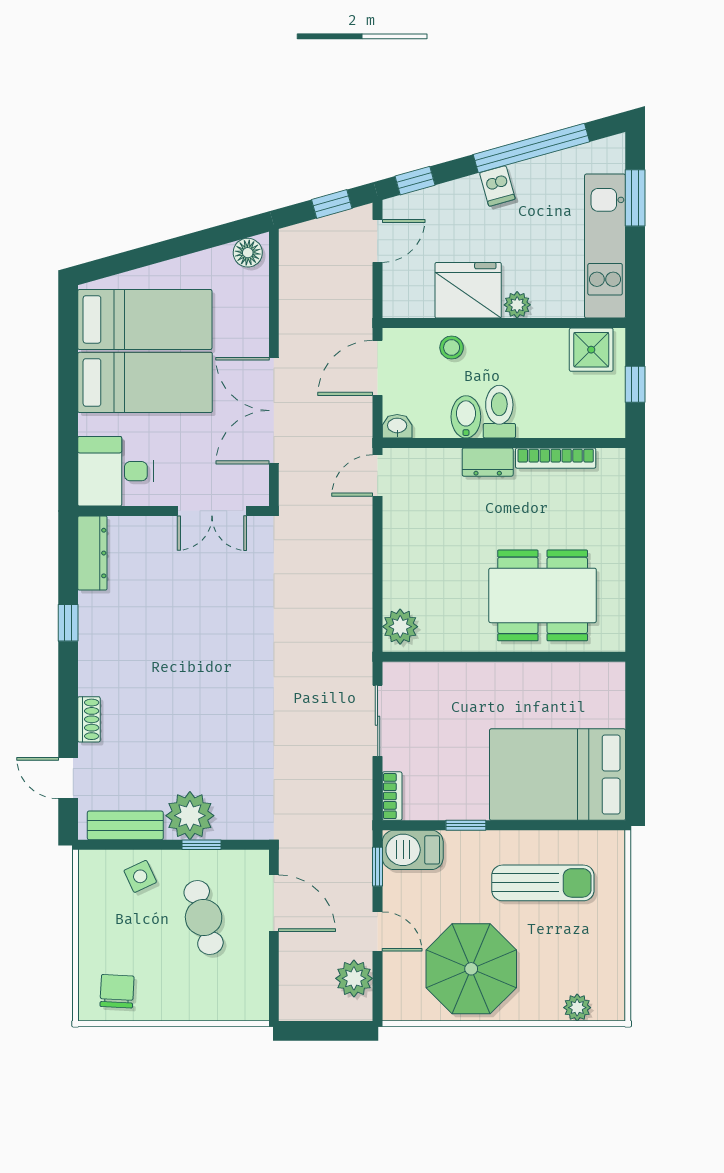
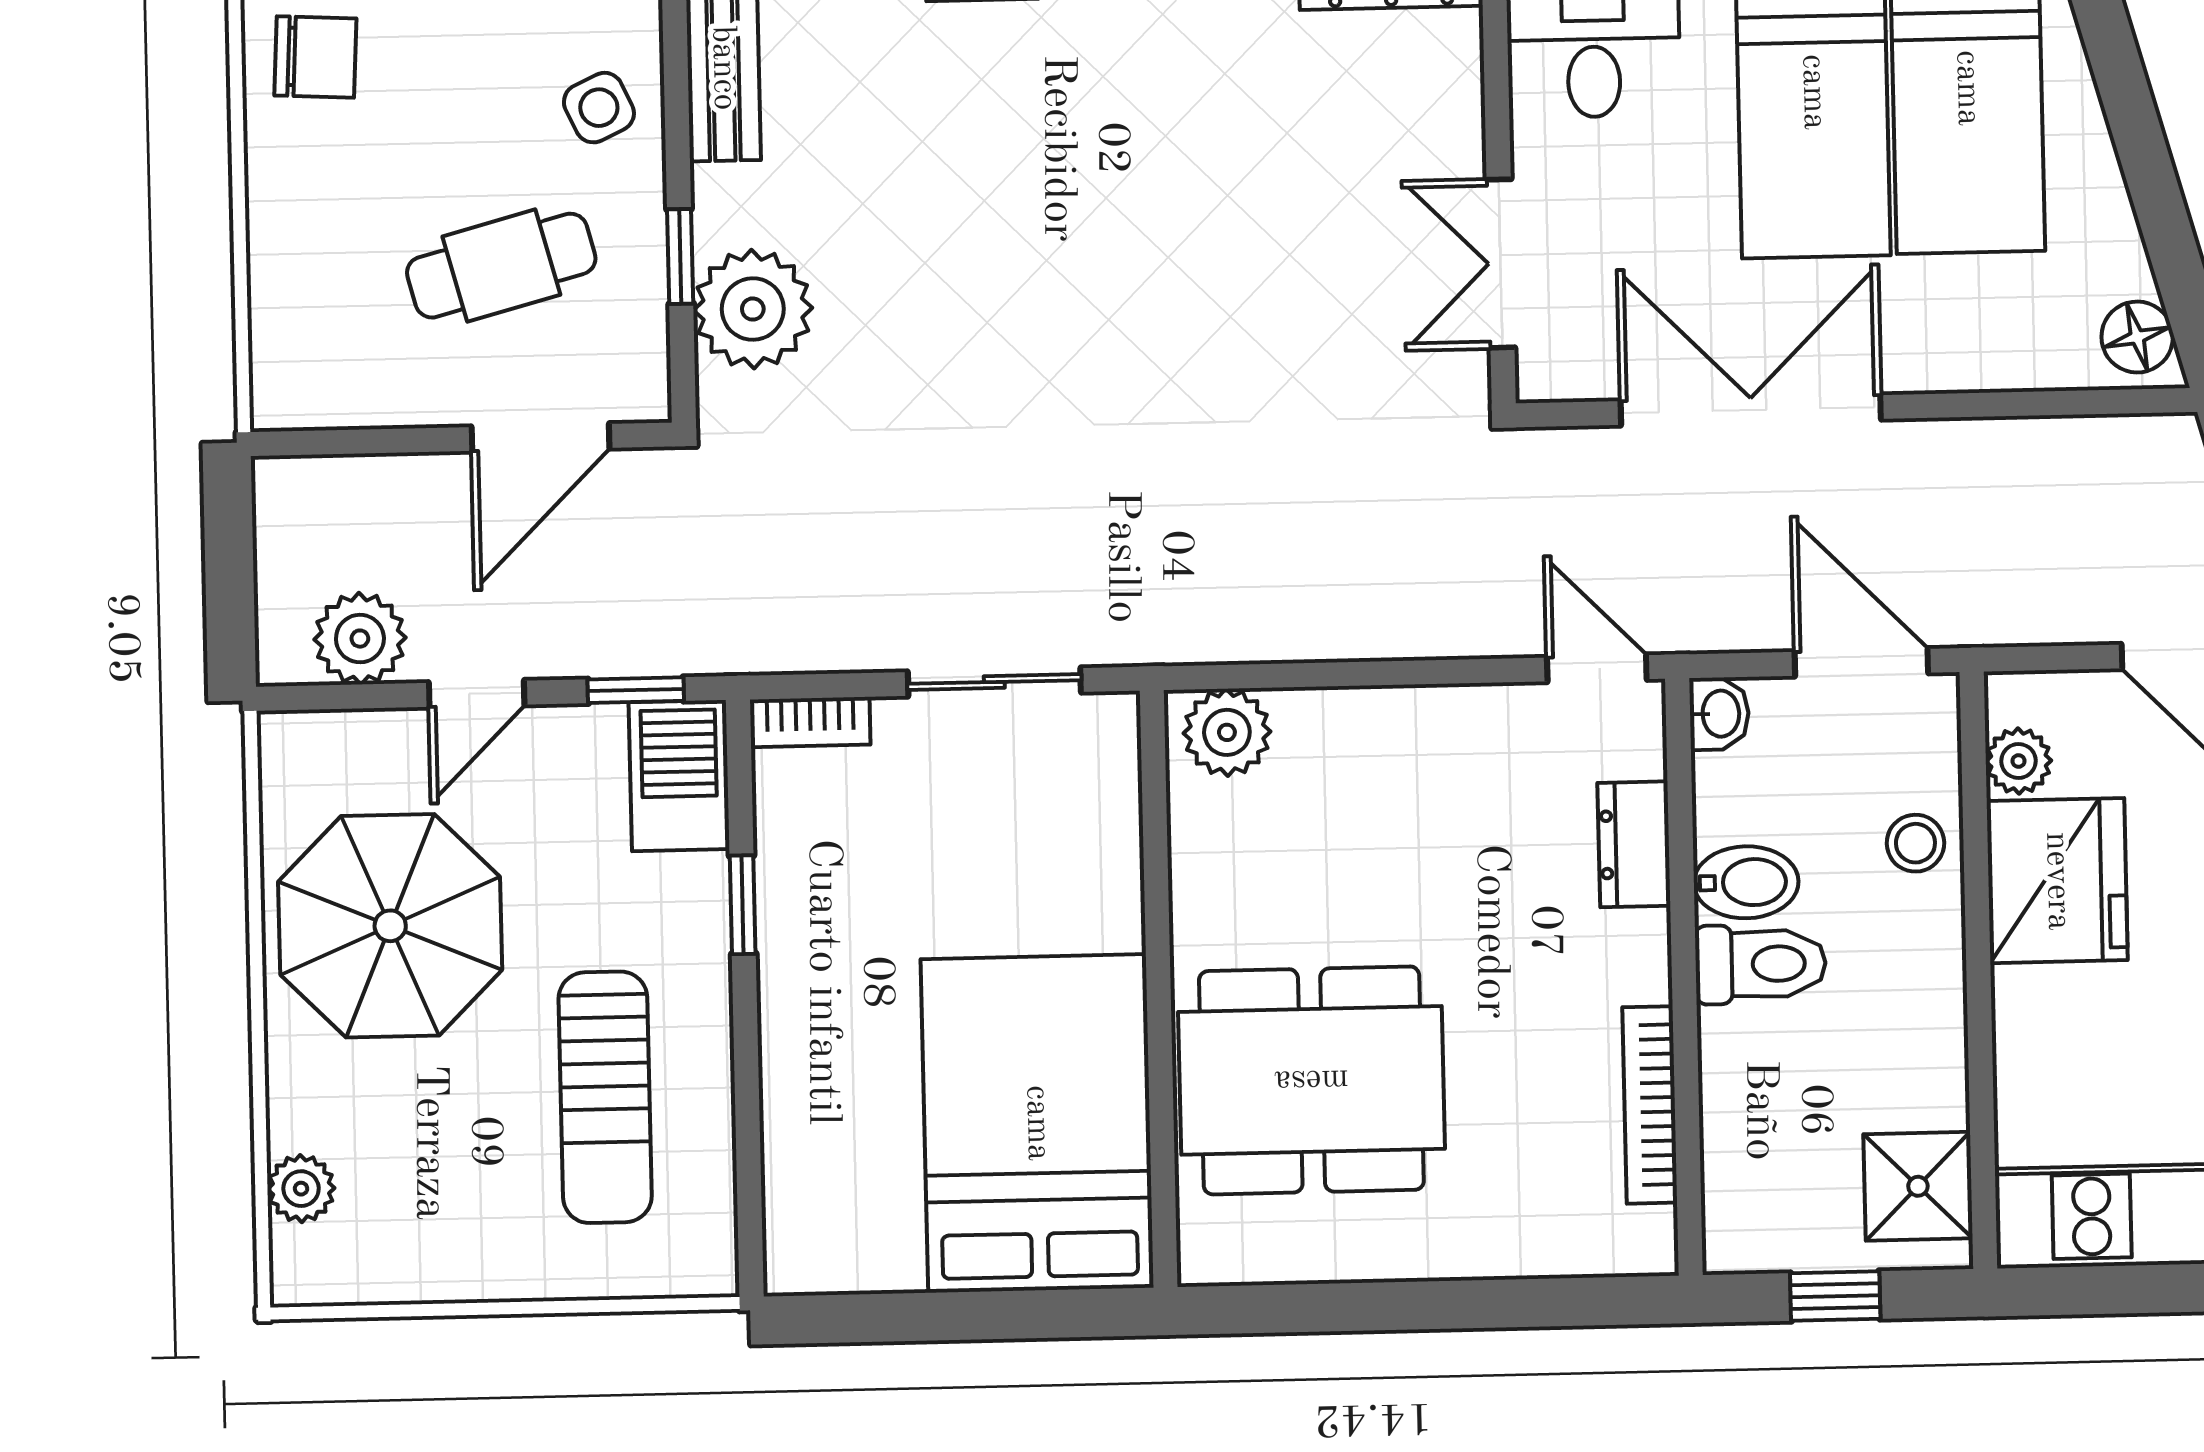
plant: (517, 305) -> (2019, 761), moved
dresser: (488, 462) -> (1634, 844), moved
dining table: (543, 595) -> (1311, 1080), turned 90
bed: (557, 775) -> (1037, 1123), moved
plant: (190, 816) -> (753, 309), moved

